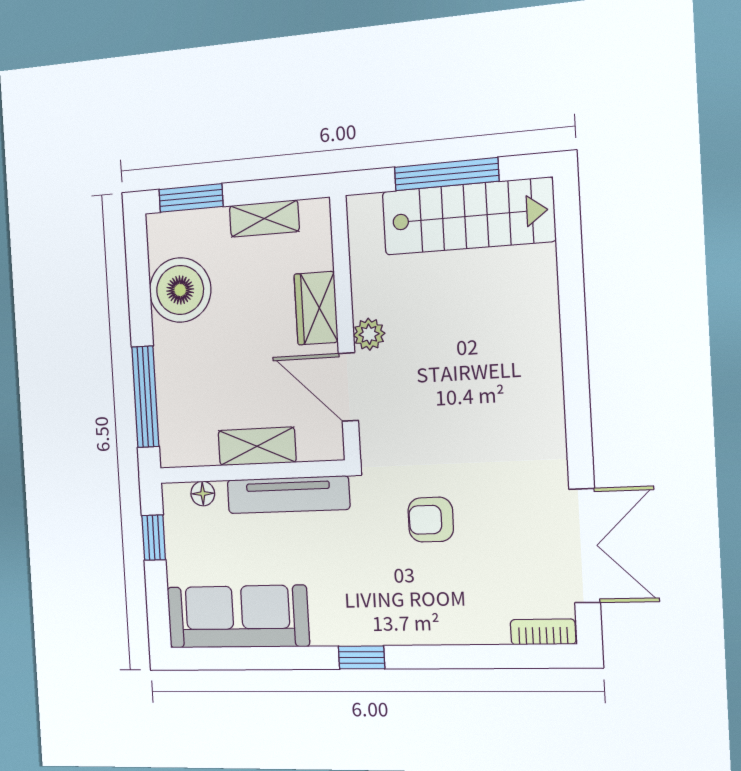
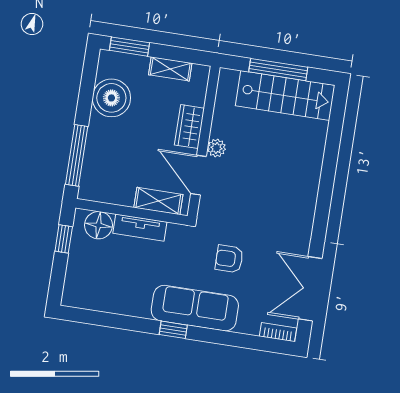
shelving: (257, 446) -> (158, 201), moved
floor lamp: (203, 494) -> (98, 225), width x1.89, depth x1.89
tv unit: (288, 495) -> (140, 228), width x0.71
double door: (585, 546) -> (310, 289), swing flipped
sofa: (238, 617) -> (195, 308), moved

